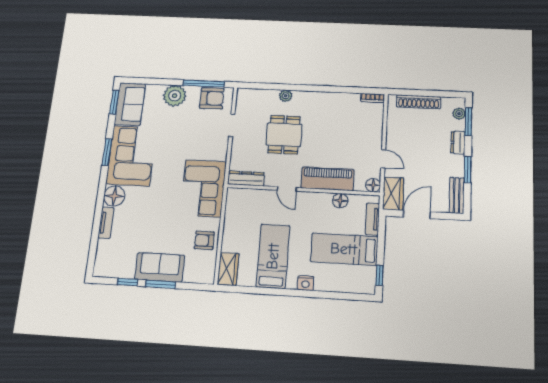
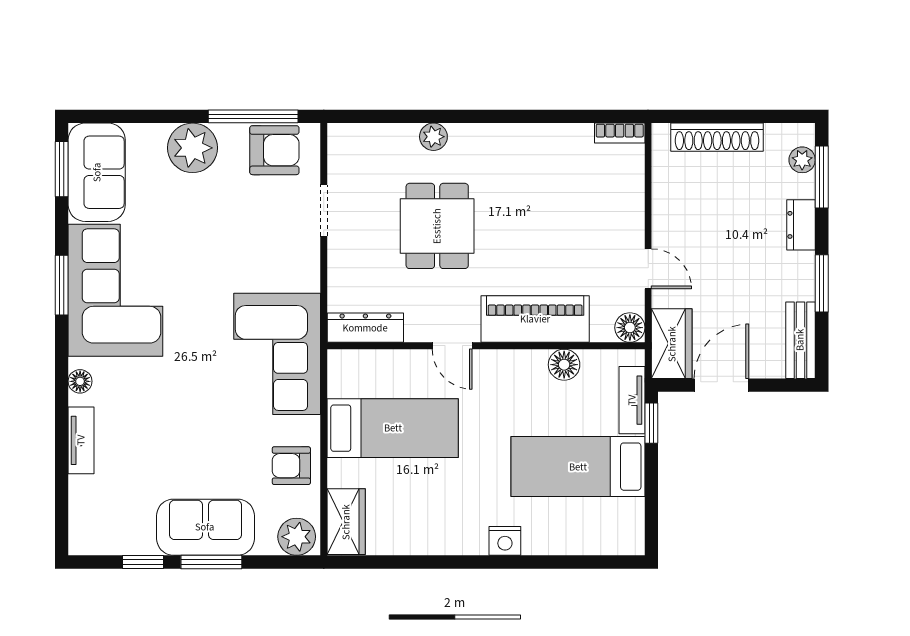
floor lamp: (114, 196) -> (80, 381), width x0.53, depth x0.53
bed: (273, 256) -> (393, 428), moved, turned 90
plant: (203, 275) -> (297, 537), added
window: (379, 275) -> (651, 423), moved

